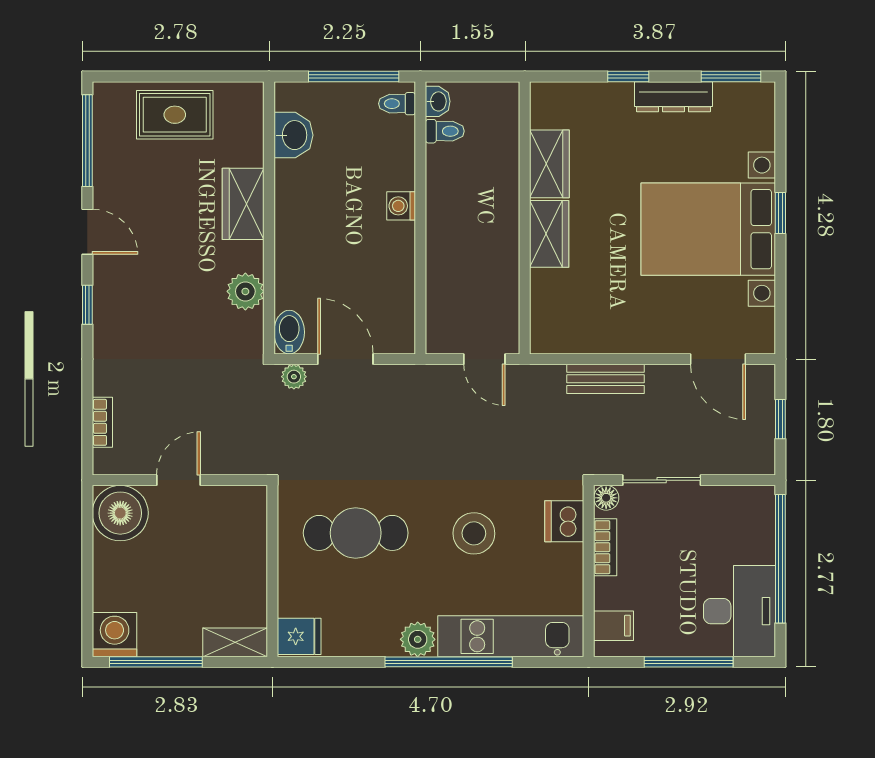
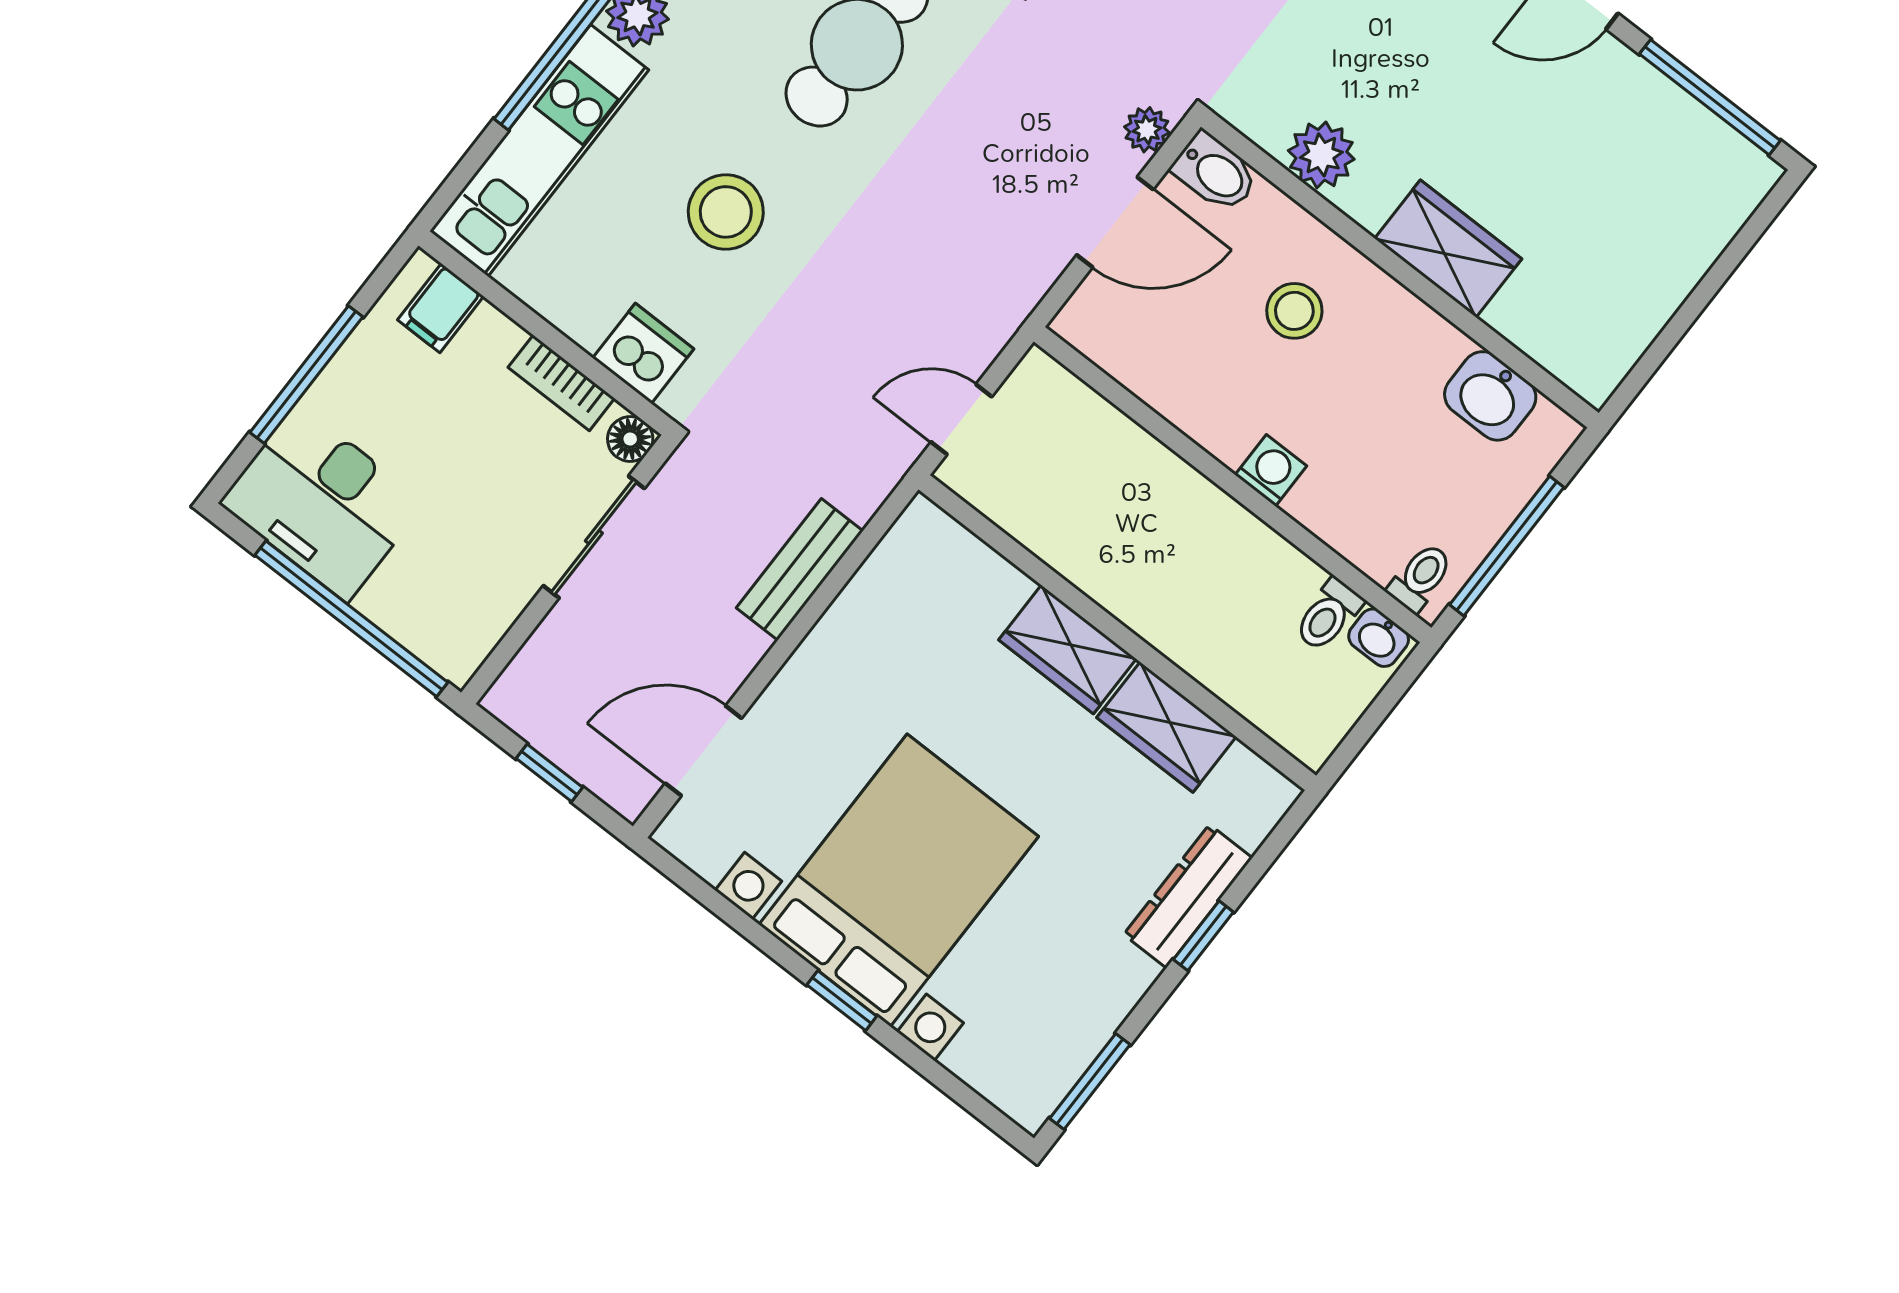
dresser: (673, 97) -> (1188, 896), moved
rug: (175, 115) -> (1650, 250), removed
stool: (323, 250) -> (1294, 311), added

